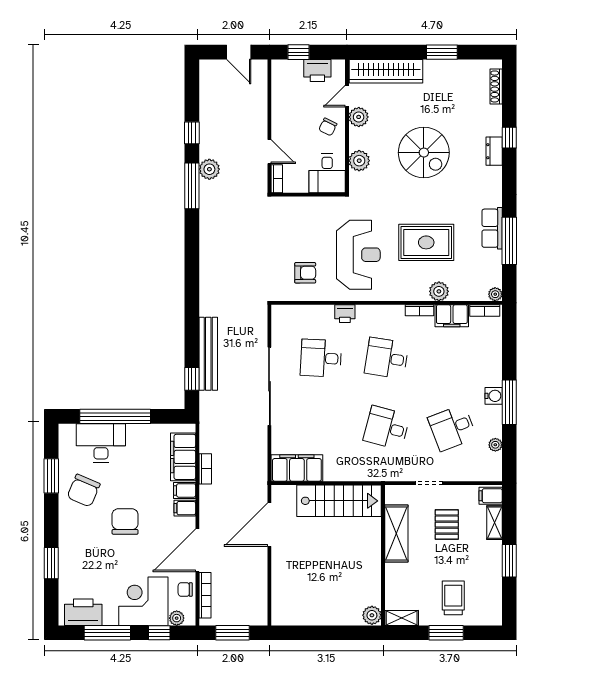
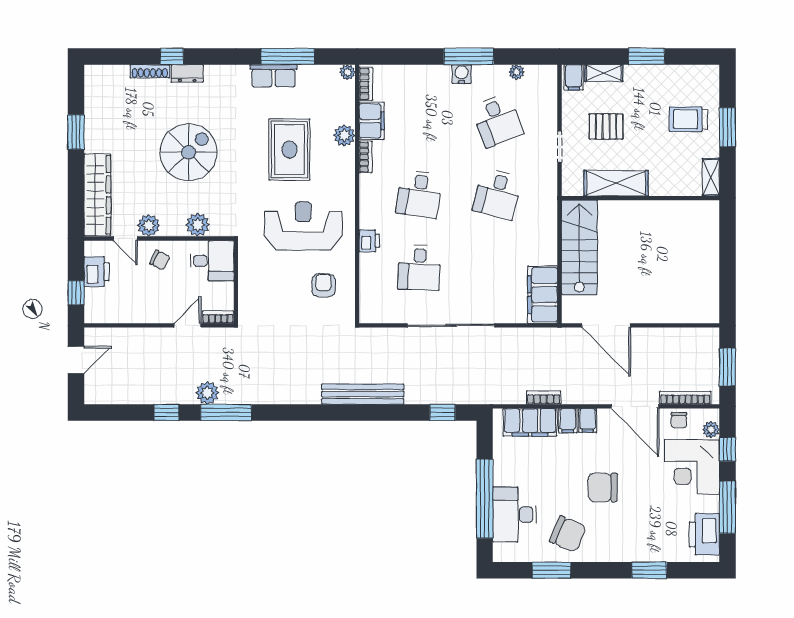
shoe rack: (496, 86) -> (150, 71), moved
bench: (208, 354) -> (363, 394), moved
plant: (372, 615) -> (708, 211), removed

